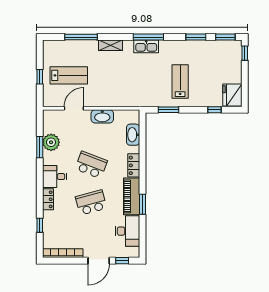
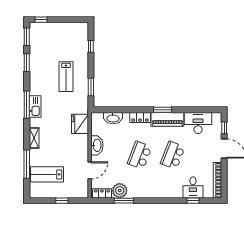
lab bench: (69, 75) -> (47, 174), moved, turned -90
lab bench: (180, 81) -> (66, 77), turned -90
fridge: (232, 95) -> (80, 124), moved, turned 90
door: (74, 108) -> (90, 170), swing flipped
desk: (55, 177) -> (193, 187), moved
locker: (48, 199) -> (102, 193), moved
school desk: (91, 202) -> (173, 155), turned 36
window: (143, 204) -> (163, 110), moved

